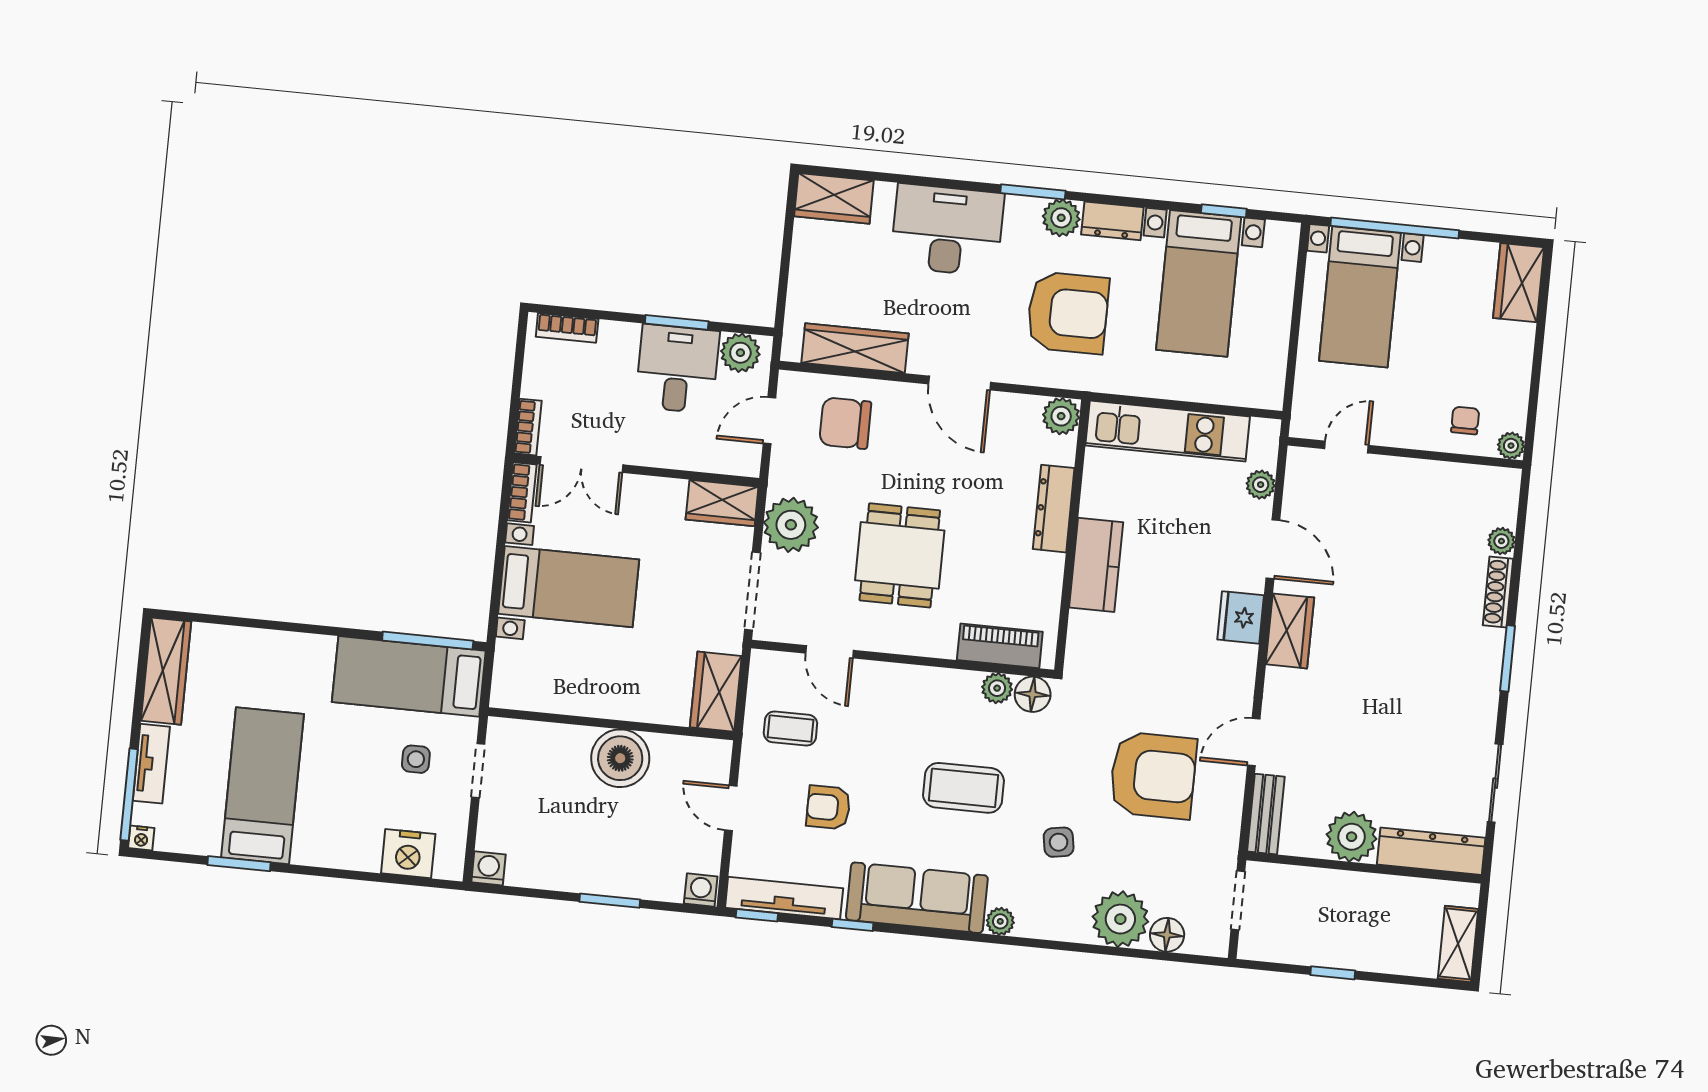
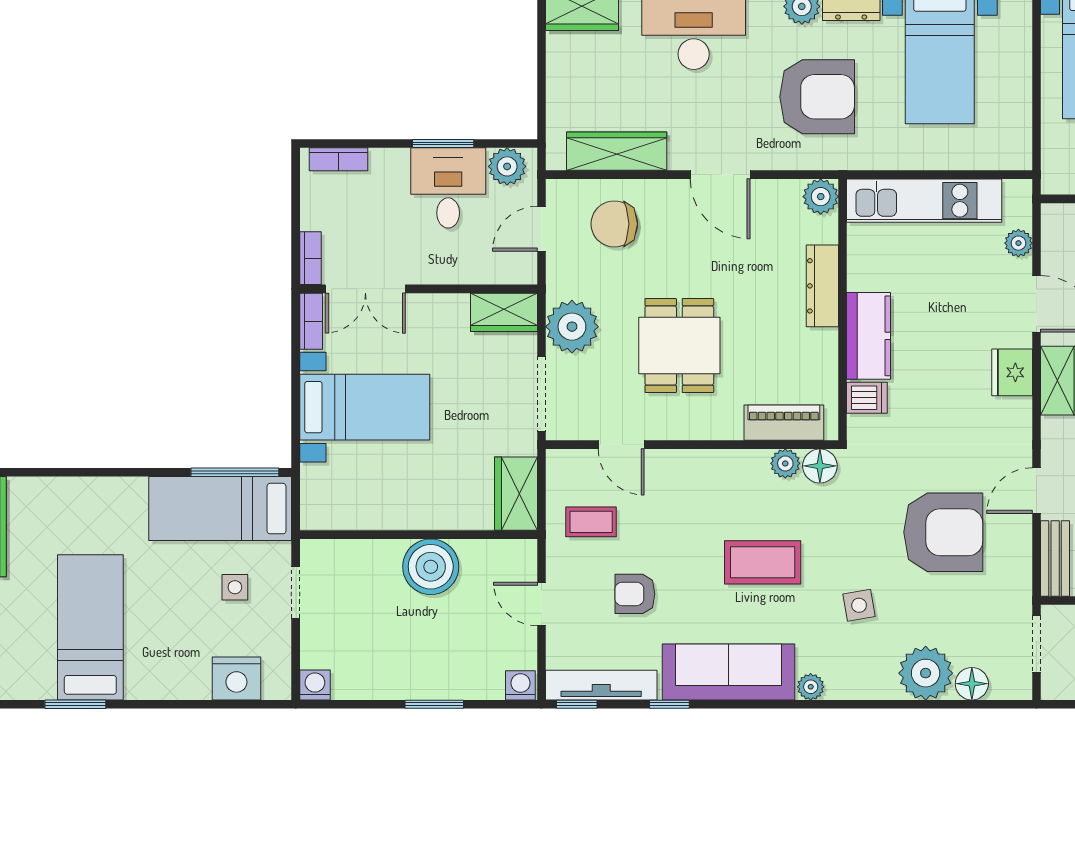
dishwasher: (1088, 629) -> (867, 398), added

